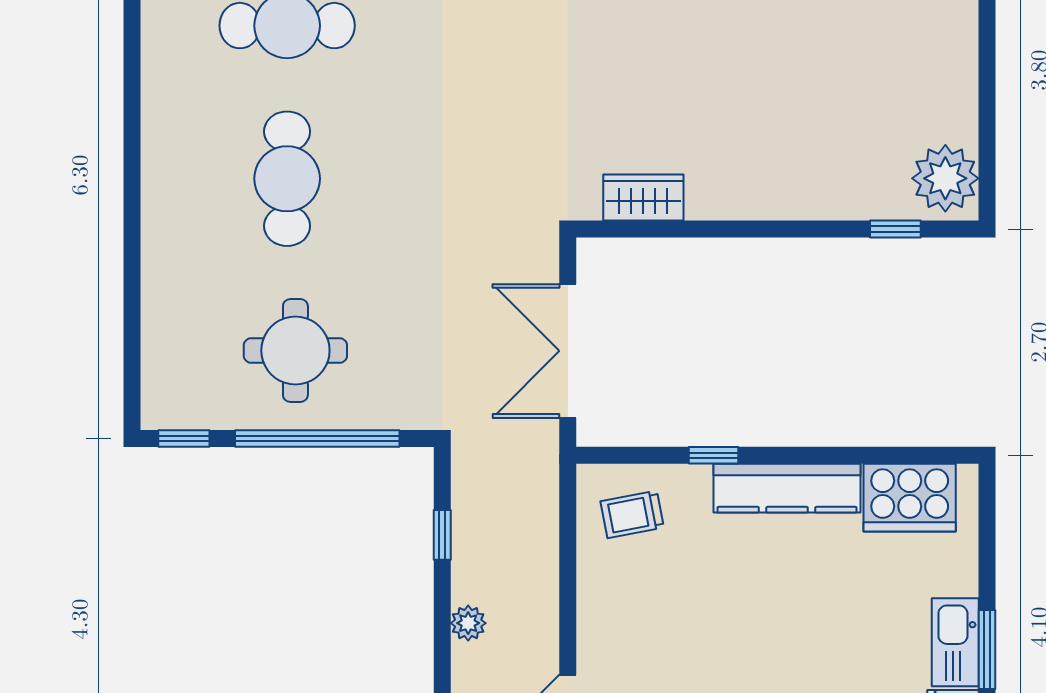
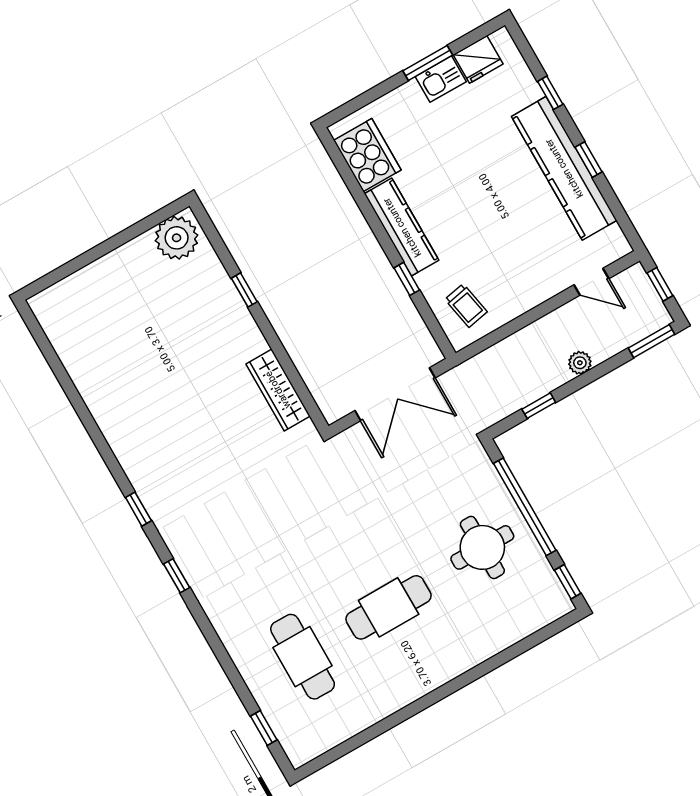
wardrobe: (643, 197) -> (278, 390), width x1.50
window: (895, 229) -> (244, 290), moved
kitchen sink: (955, 642) -> (441, 79), width x0.73

